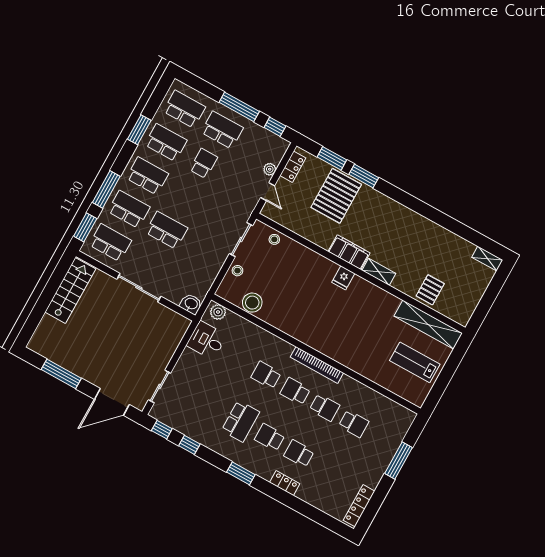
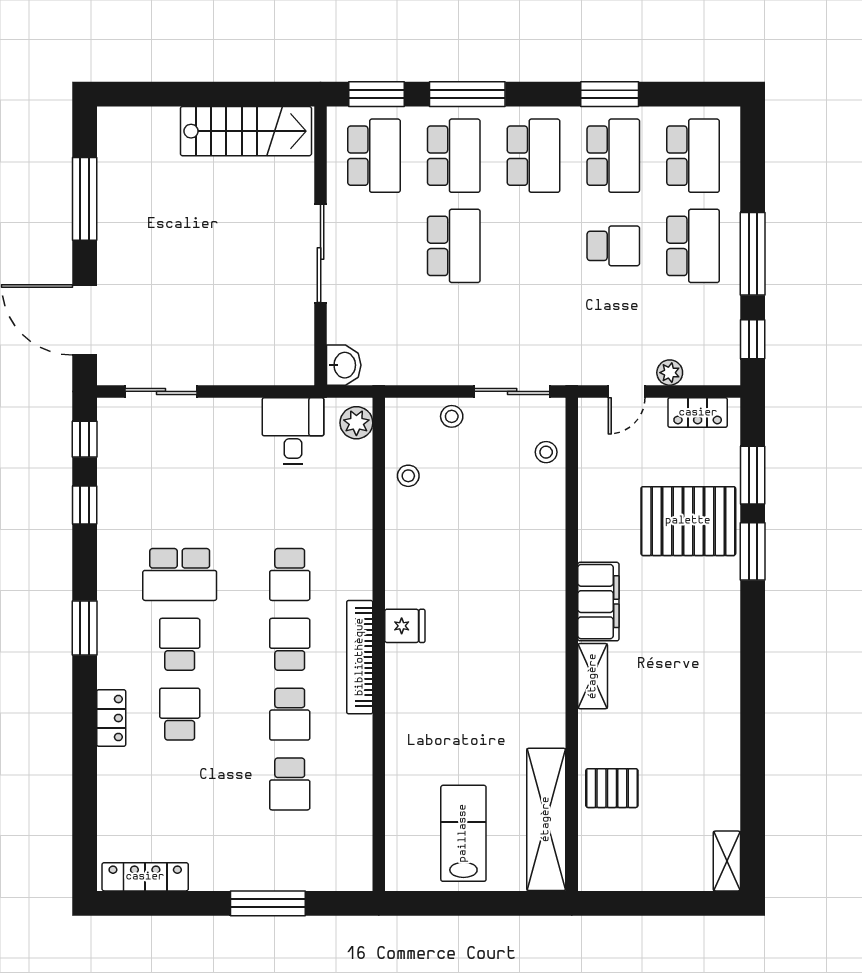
fridge: (343, 278) -> (405, 626), moved, turned 180
stool: (252, 303) -> (408, 476), width x0.53, depth x0.53
school desk: (266, 375) -> (290, 574), turned 180

